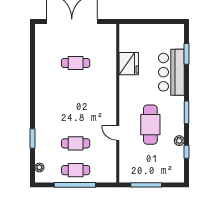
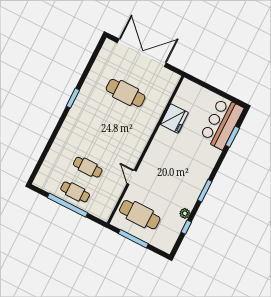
cafe table: (76, 63) -> (126, 93), width x1.37, depth x1.35
bar counter: (171, 72) -> (222, 123), moved
cafe table: (150, 125) -> (140, 215), moved, turned 90
window: (33, 138) -> (73, 98), moved
plant: (39, 167) -> (43, 172), removed

